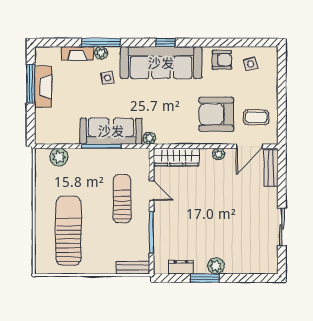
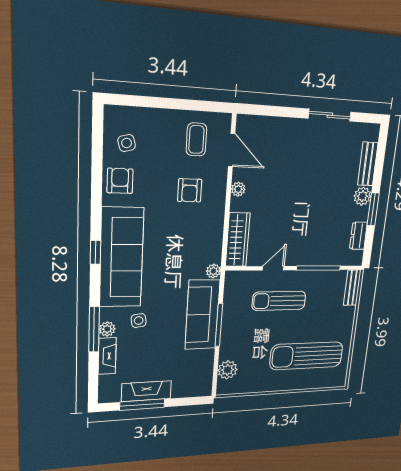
armchair: (216, 114) -> (190, 190), width x0.53, depth x0.53
bench: (271, 168) -> (368, 164), moved, turned 90

